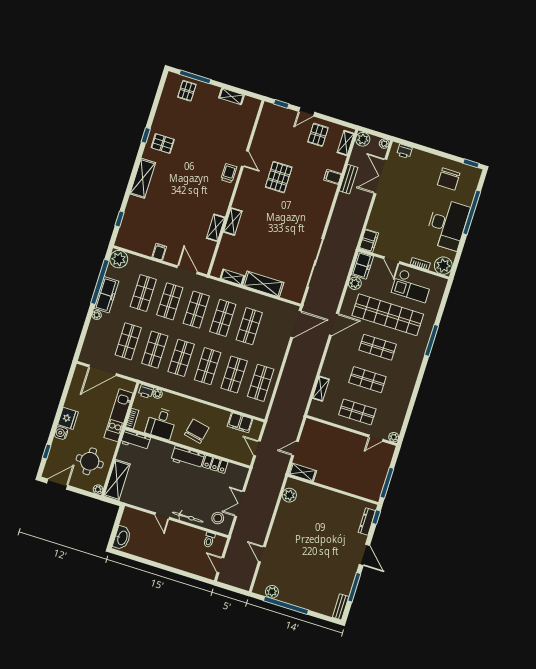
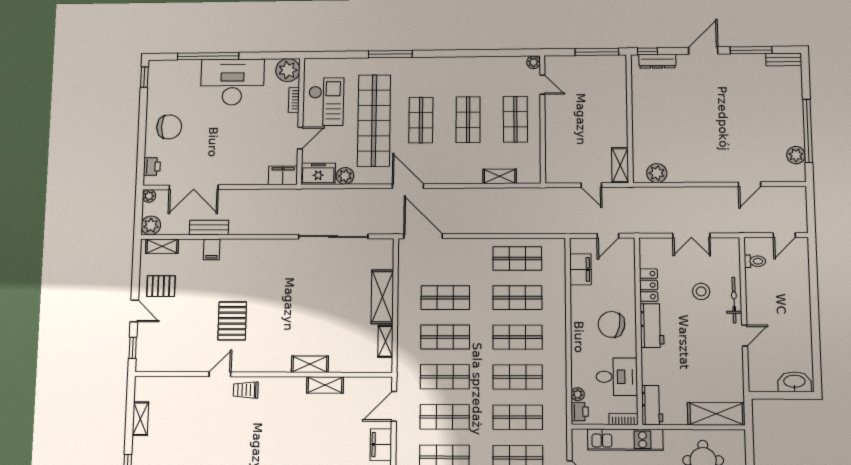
pallet: (279, 177) -> (232, 321), turned 90
chair: (449, 179) -> (169, 127), moved
filing cabinet: (159, 252) -> (381, 445), width x2.00
plant: (98, 489) -> (739, 437), removed
stool: (218, 518) -> (701, 291), moved

